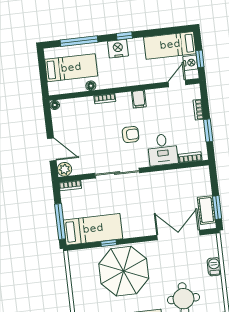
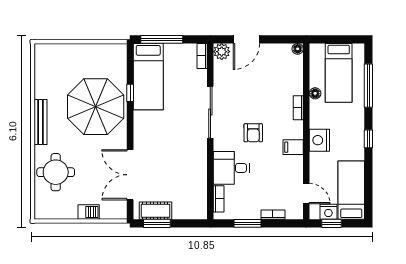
nightstand: (118, 49) -> (319, 140), moved, turned 180
double door: (178, 235) -> (130, 175), swing flipped

